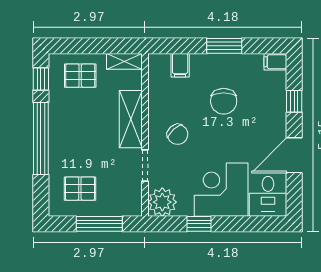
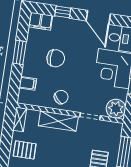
filing cabinet: (275, 62) -> (40, 21), width x2.00
pallet: (80, 76) -> (25, 150), turned 90
chair: (178, 134) -> (61, 97), moved

